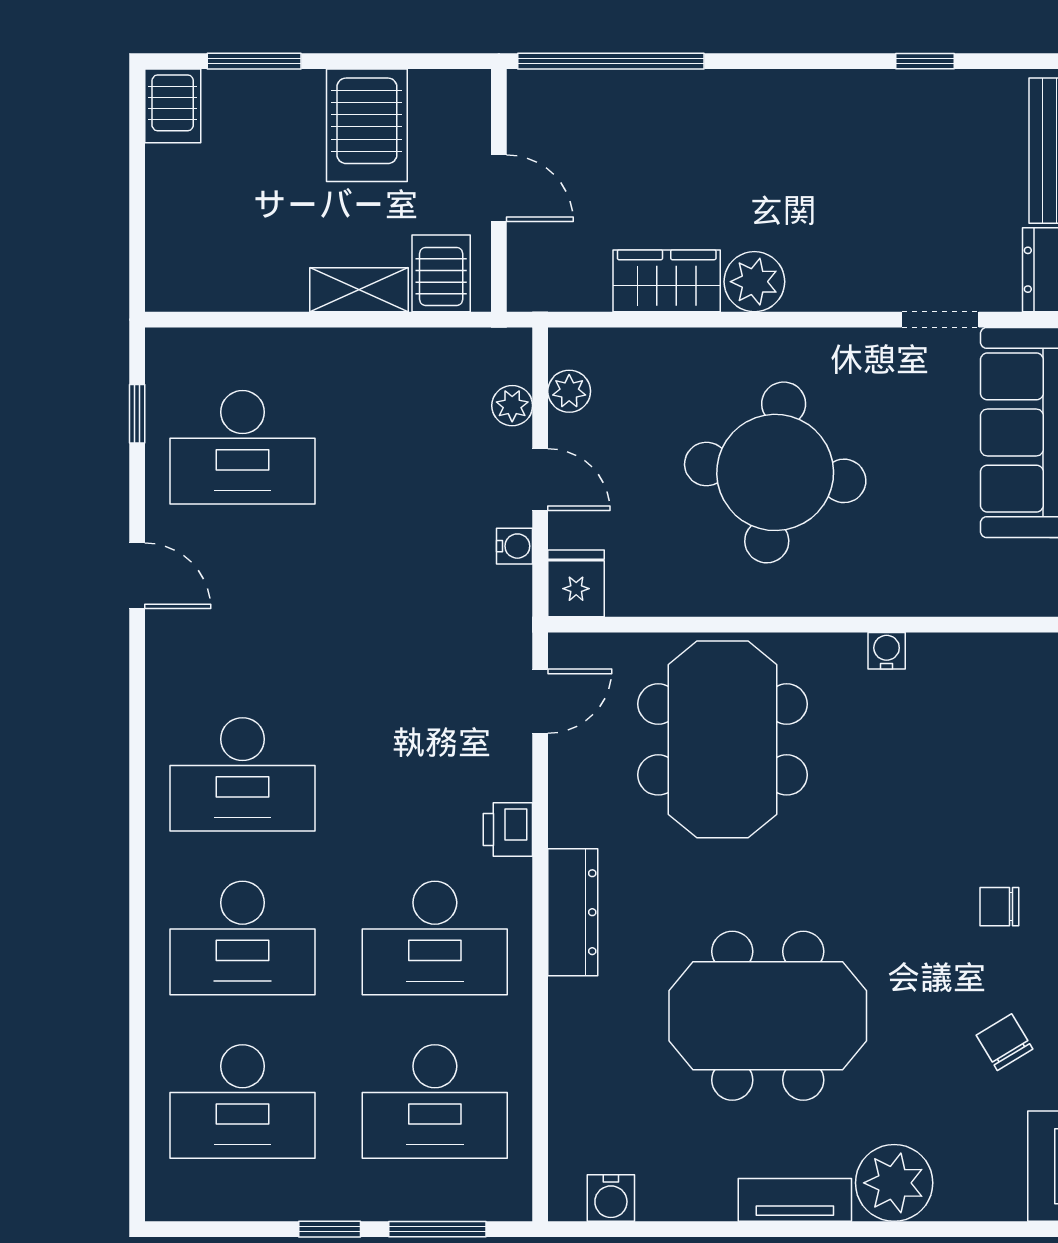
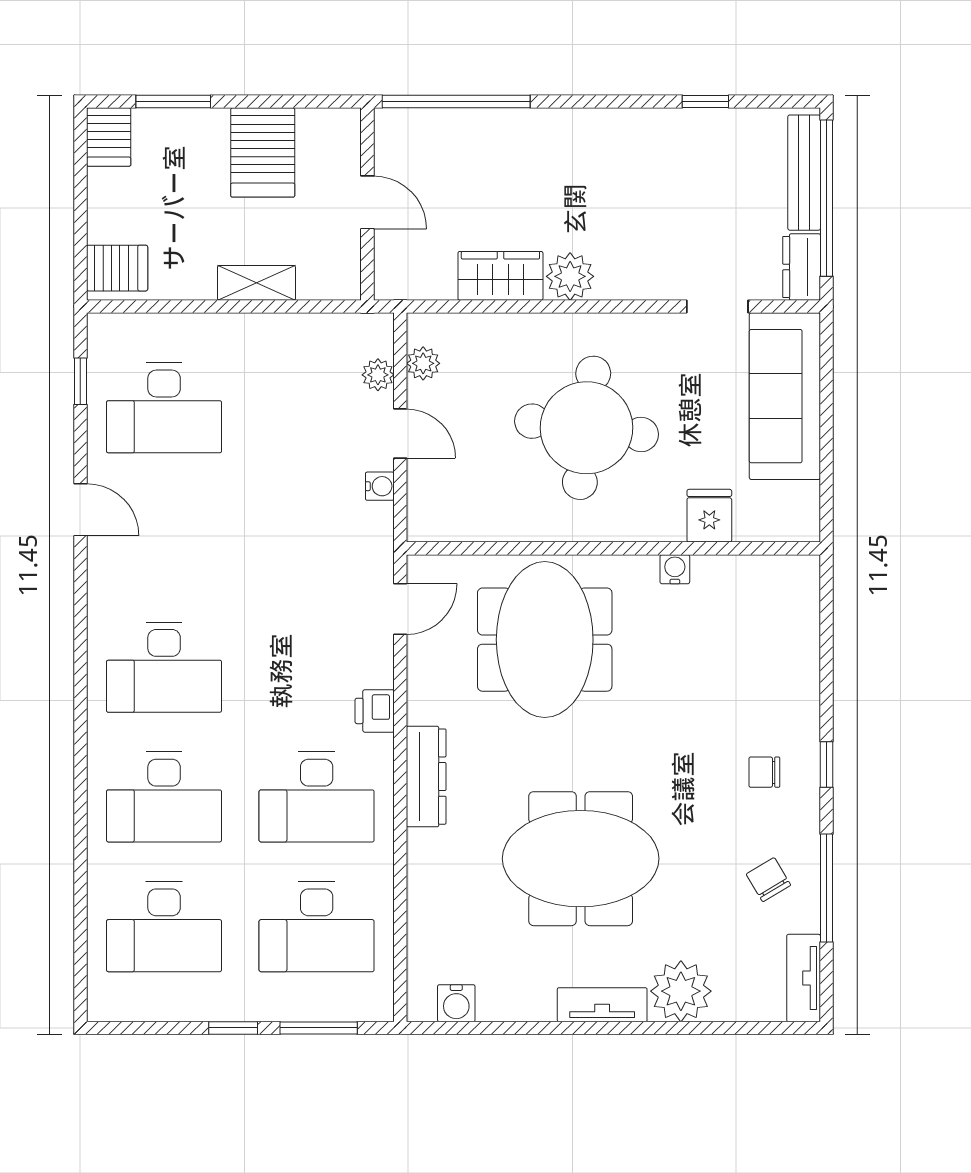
server rack: (441, 273) -> (117, 268), moved, turned 90
fridge: (576, 583) -> (709, 516), moved

